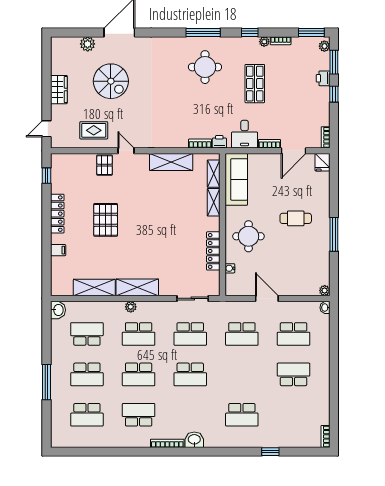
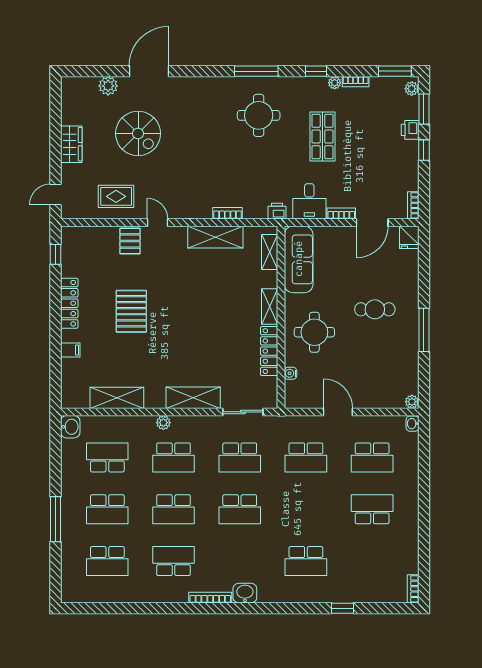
bookcase: (200, 143) -> (228, 213), moved
shelving: (214, 202) -> (270, 306), moved
shelving: (137, 287) -> (193, 398), moved

